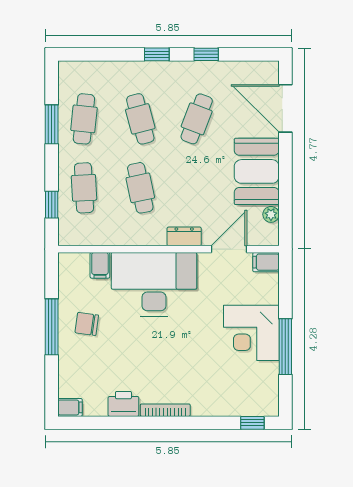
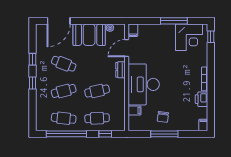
window: (52, 124) -> (66, 134), width x2.11
door: (229, 249) -> (127, 48), hinge flipped
corner desk: (251, 333) -> (189, 37), moved

